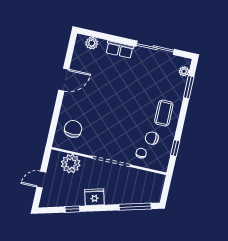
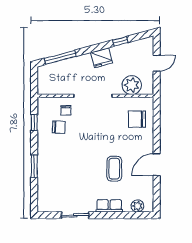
sliding door: (155, 48) -> (75, 215), width x0.73
plant: (184, 71) -> (42, 199), removed
window: (189, 87) -> (34, 166), moved
coffee table: (164, 113) -> (114, 169), moved
chair: (73, 129) -> (137, 119), turned 90

